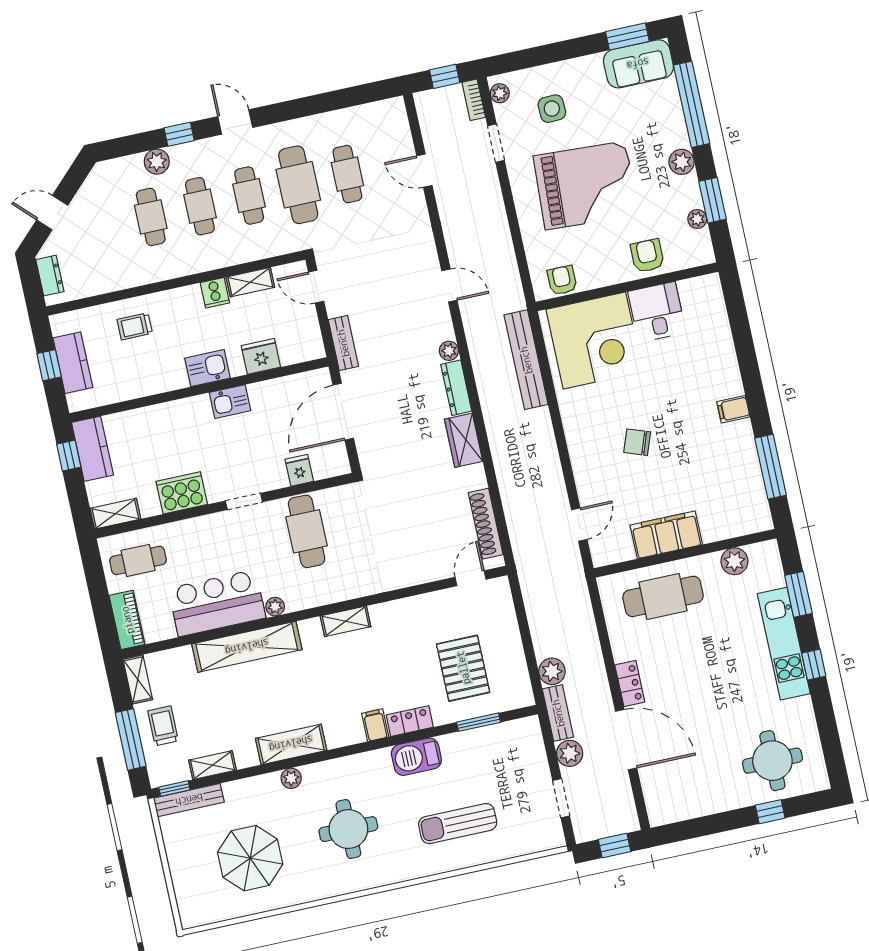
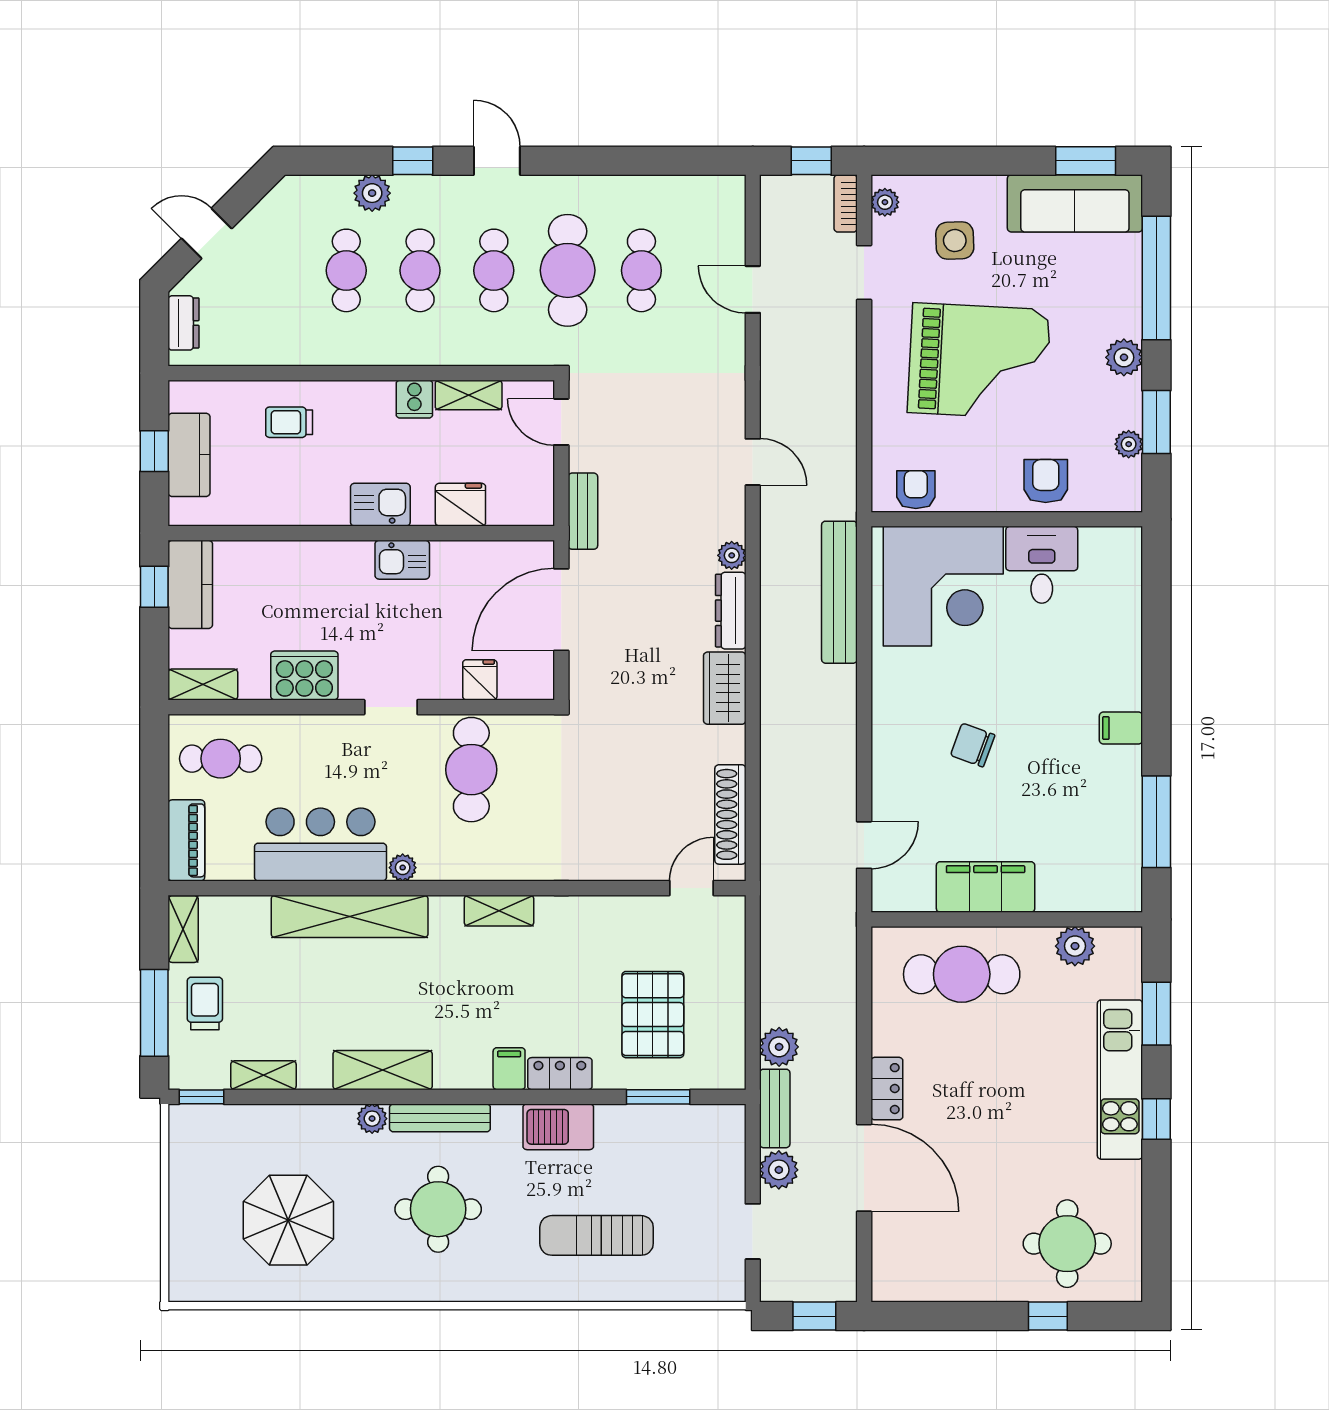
sofa: (638, 64) -> (1075, 203), width x1.36
bench: (189, 800) -> (440, 1118), moved

